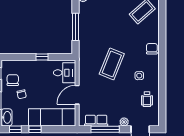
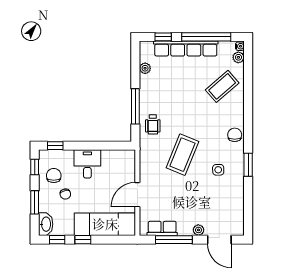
window: (42, 57) -> (55, 146), moved
window: (162, 72) -> (248, 165), added
desk: (65, 73) -> (87, 164), moved, turned -90
wheelchair: (147, 99) -> (153, 124), moved

